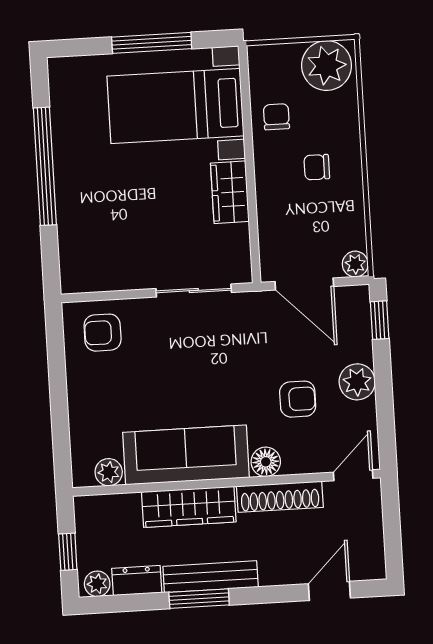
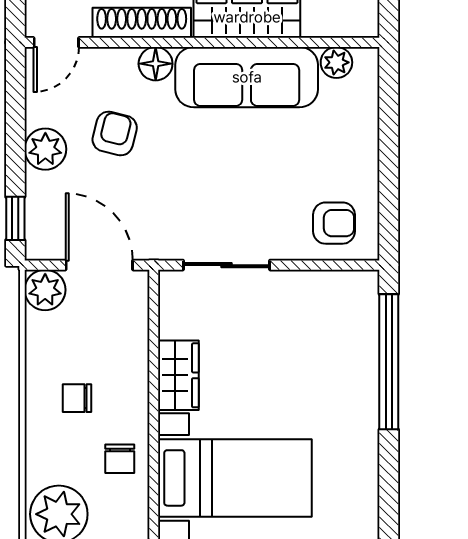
window: (45, 166) -> (389, 362), moved
chair: (317, 167) -> (77, 398), turned 180
plant: (355, 264) -> (45, 290), width x1.38, depth x1.38
armchair: (298, 399) -> (115, 134), turned 104

